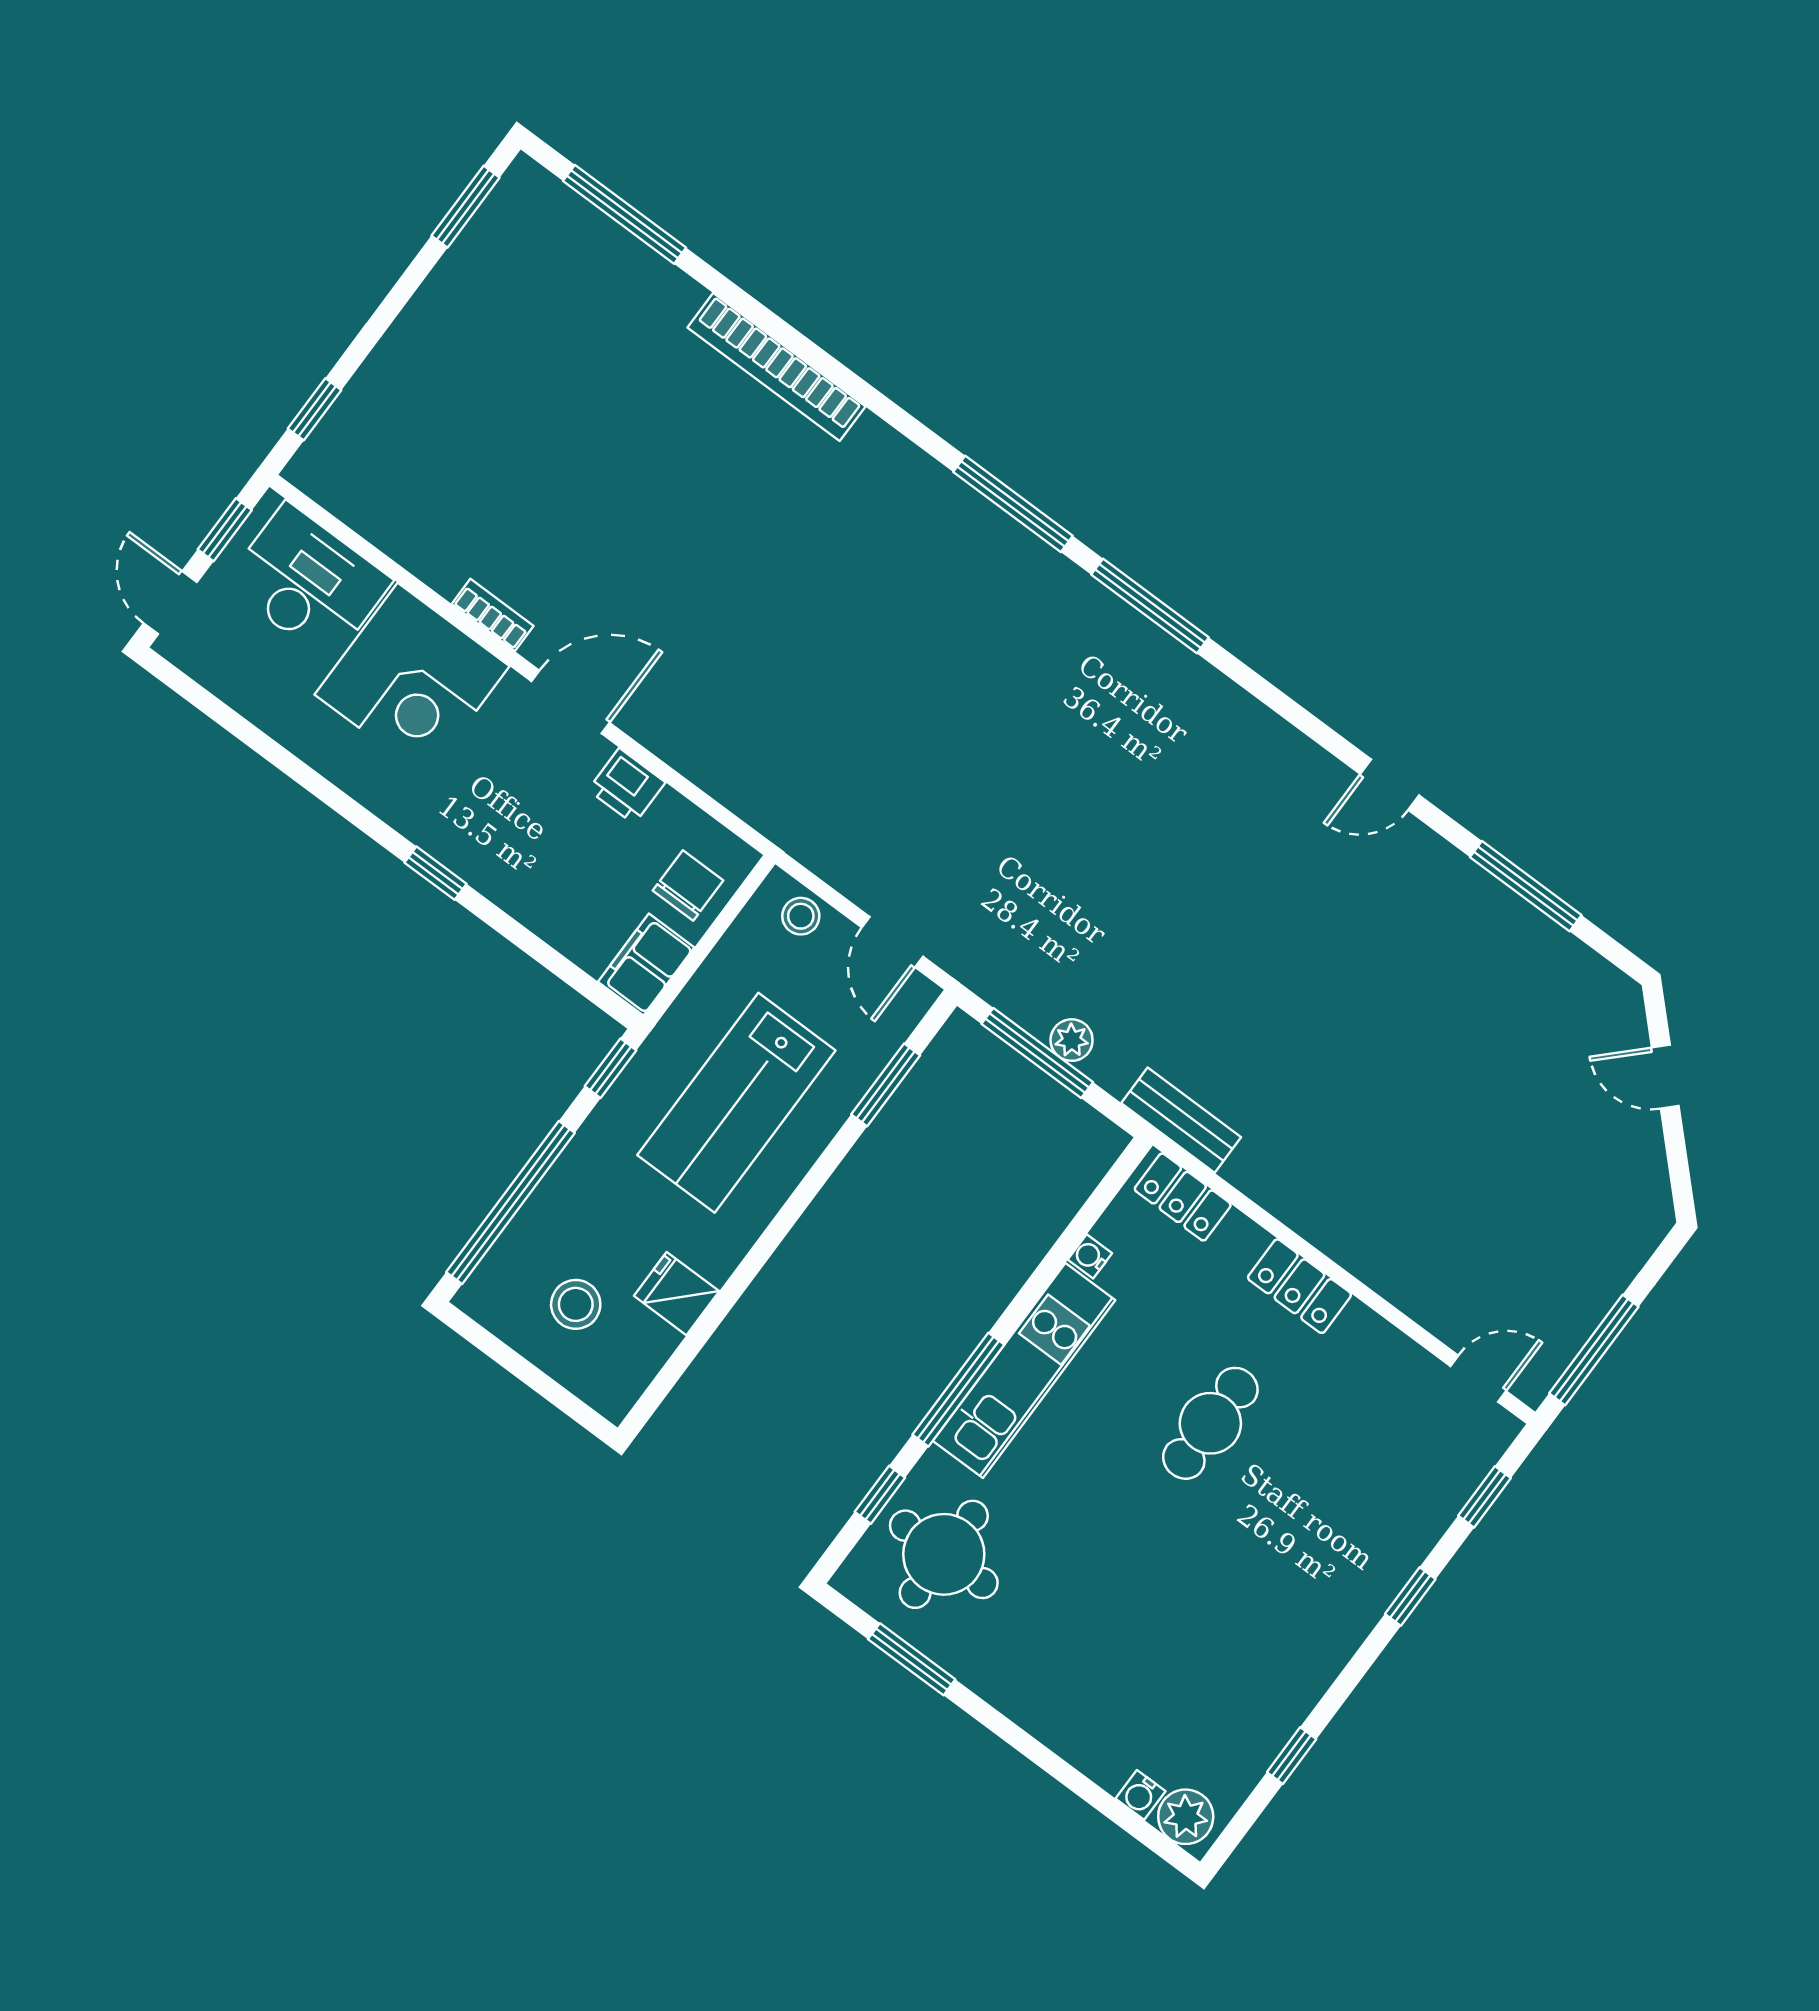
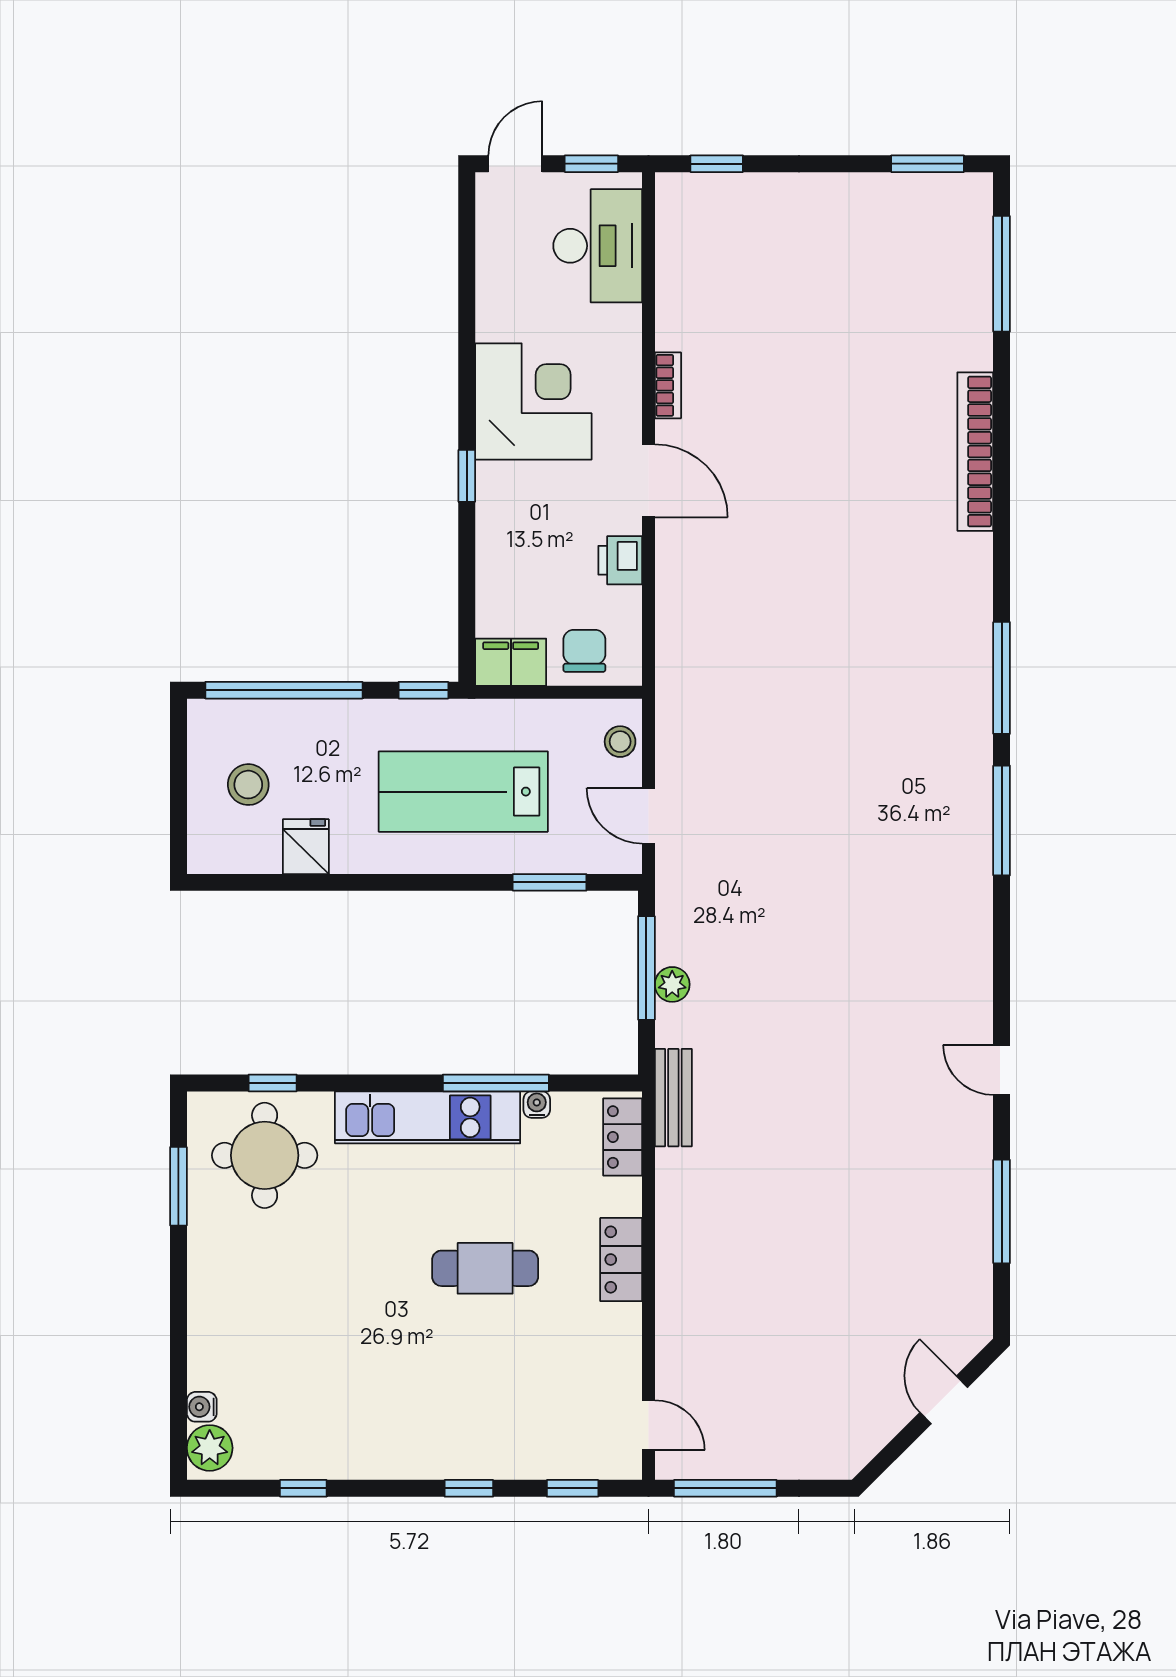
corner desk: (412, 680) -> (533, 401), moved, turned 180
chair: (688, 886) -> (584, 651), turned -90
door: (892, 942) -> (649, 816), hinge flipped
window: (958, 1390) -> (496, 1083), moved

